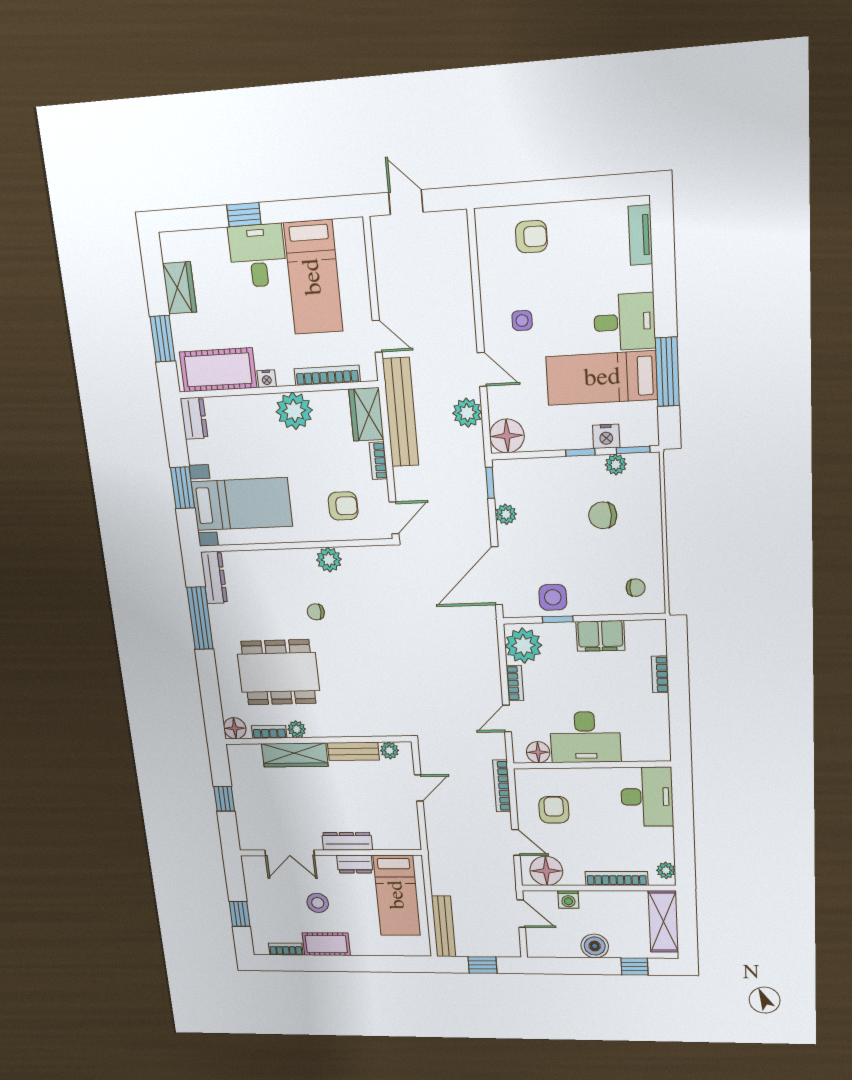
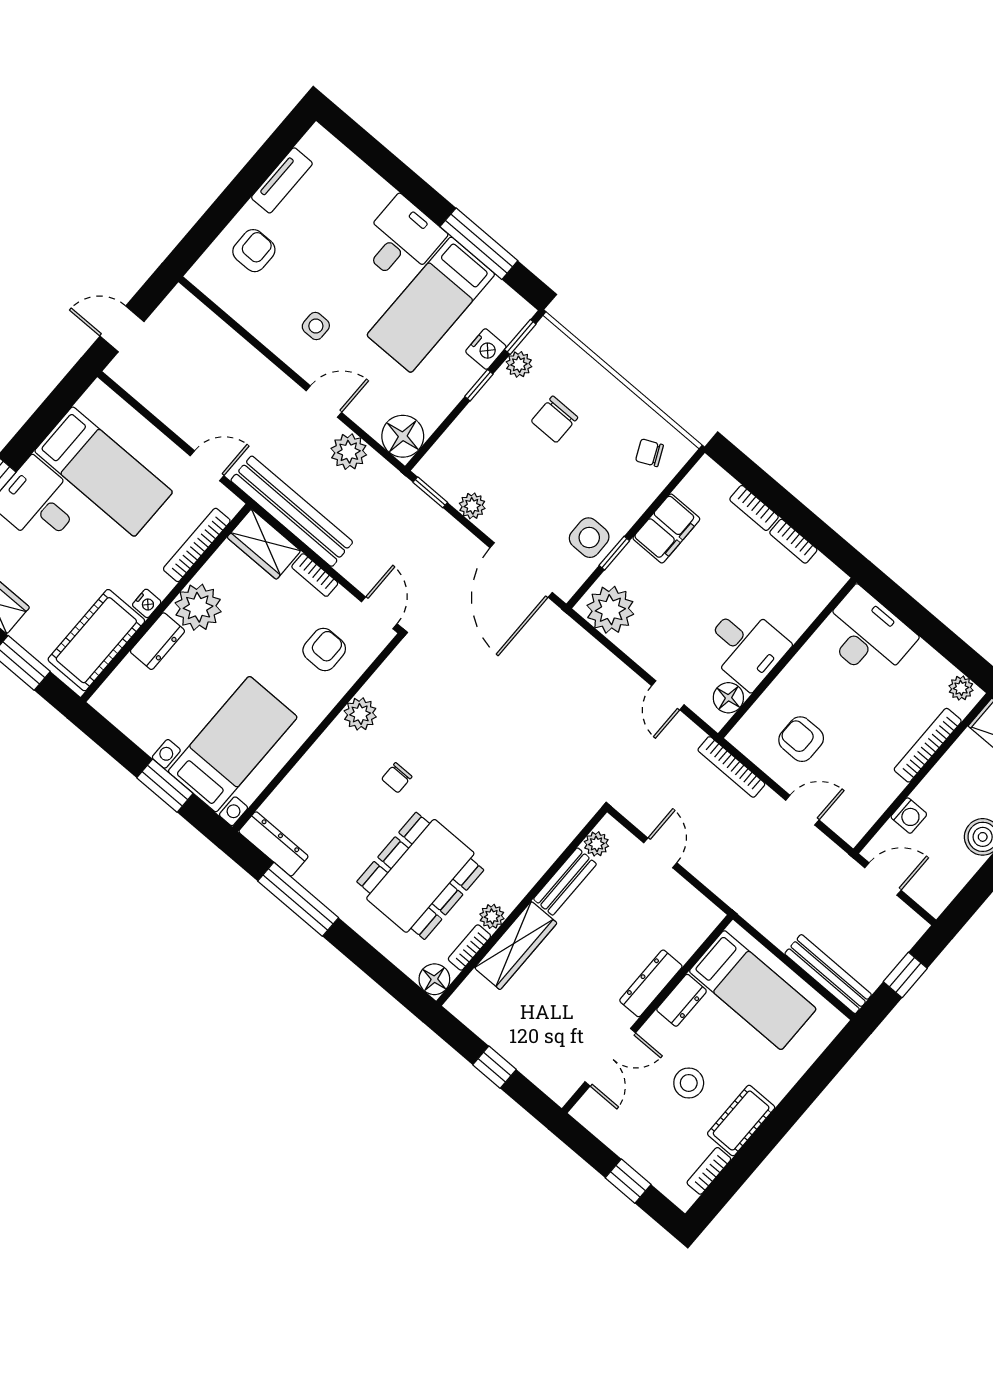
tv unit: (640, 235) -> (282, 180), moved, turned -90
dresser: (194, 418) -> (157, 641), moved, turned 90
chair: (636, 588) -> (649, 453), turned -115
bookcase: (515, 683) -> (793, 541), moved, turned 180
desk: (585, 737) -> (746, 647), width x0.73
floor lamp: (546, 871) -> (859, 808), removed

